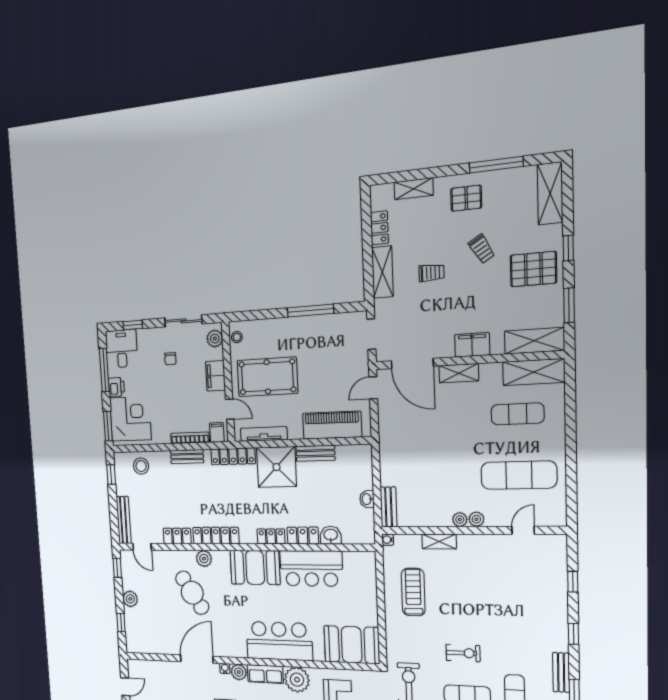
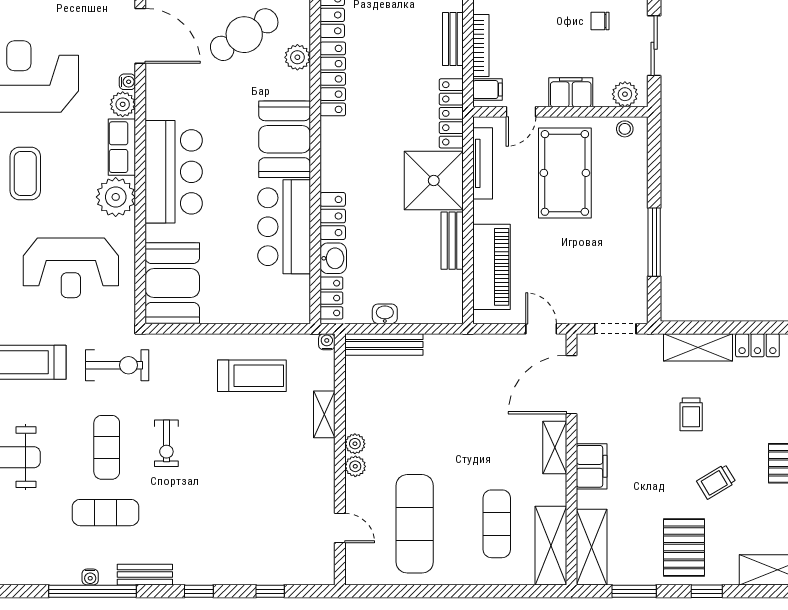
bench: (389, 507) -> (384, 345), width x1.36
locker: (271, 536) -> (331, 298), moved

